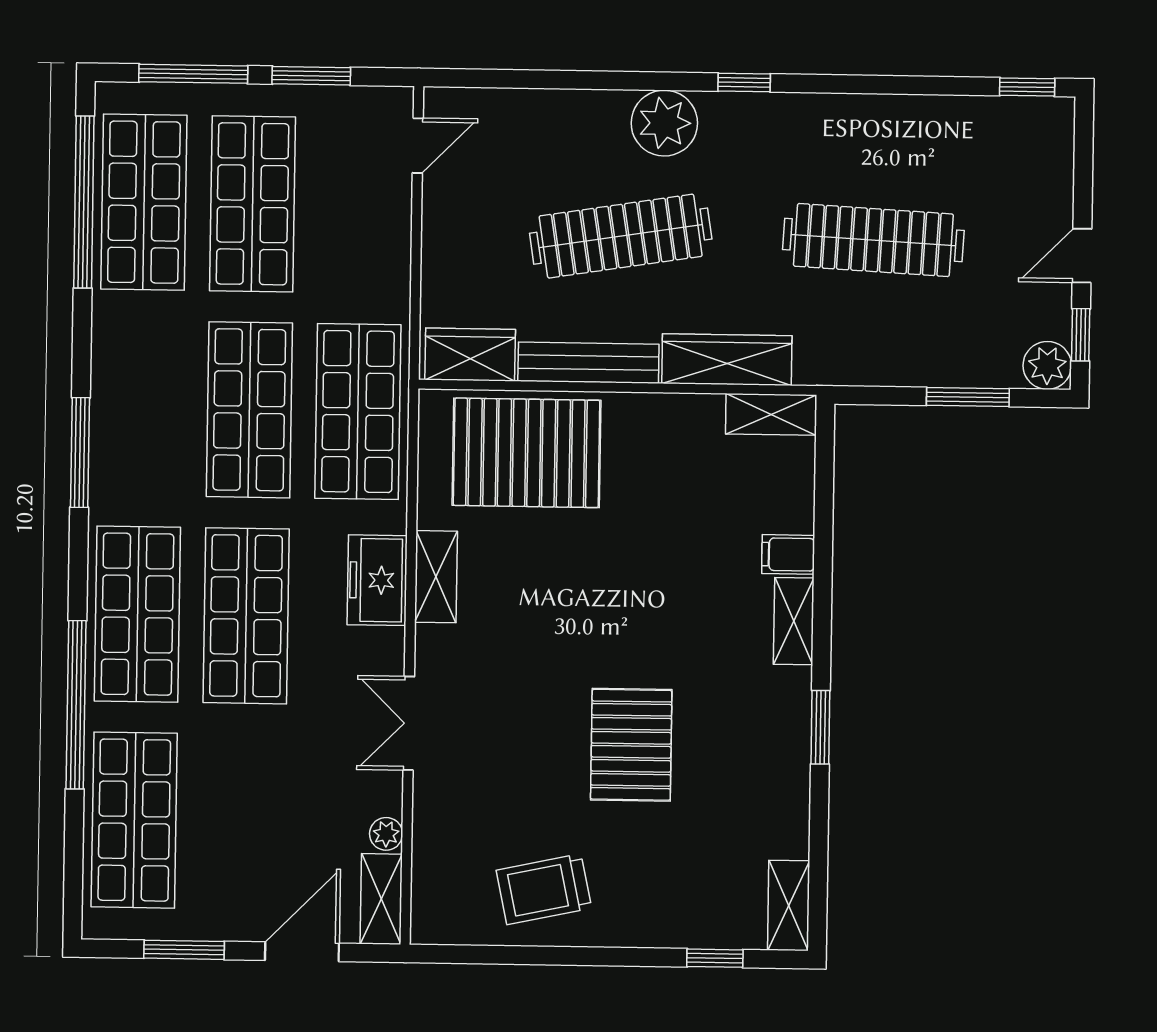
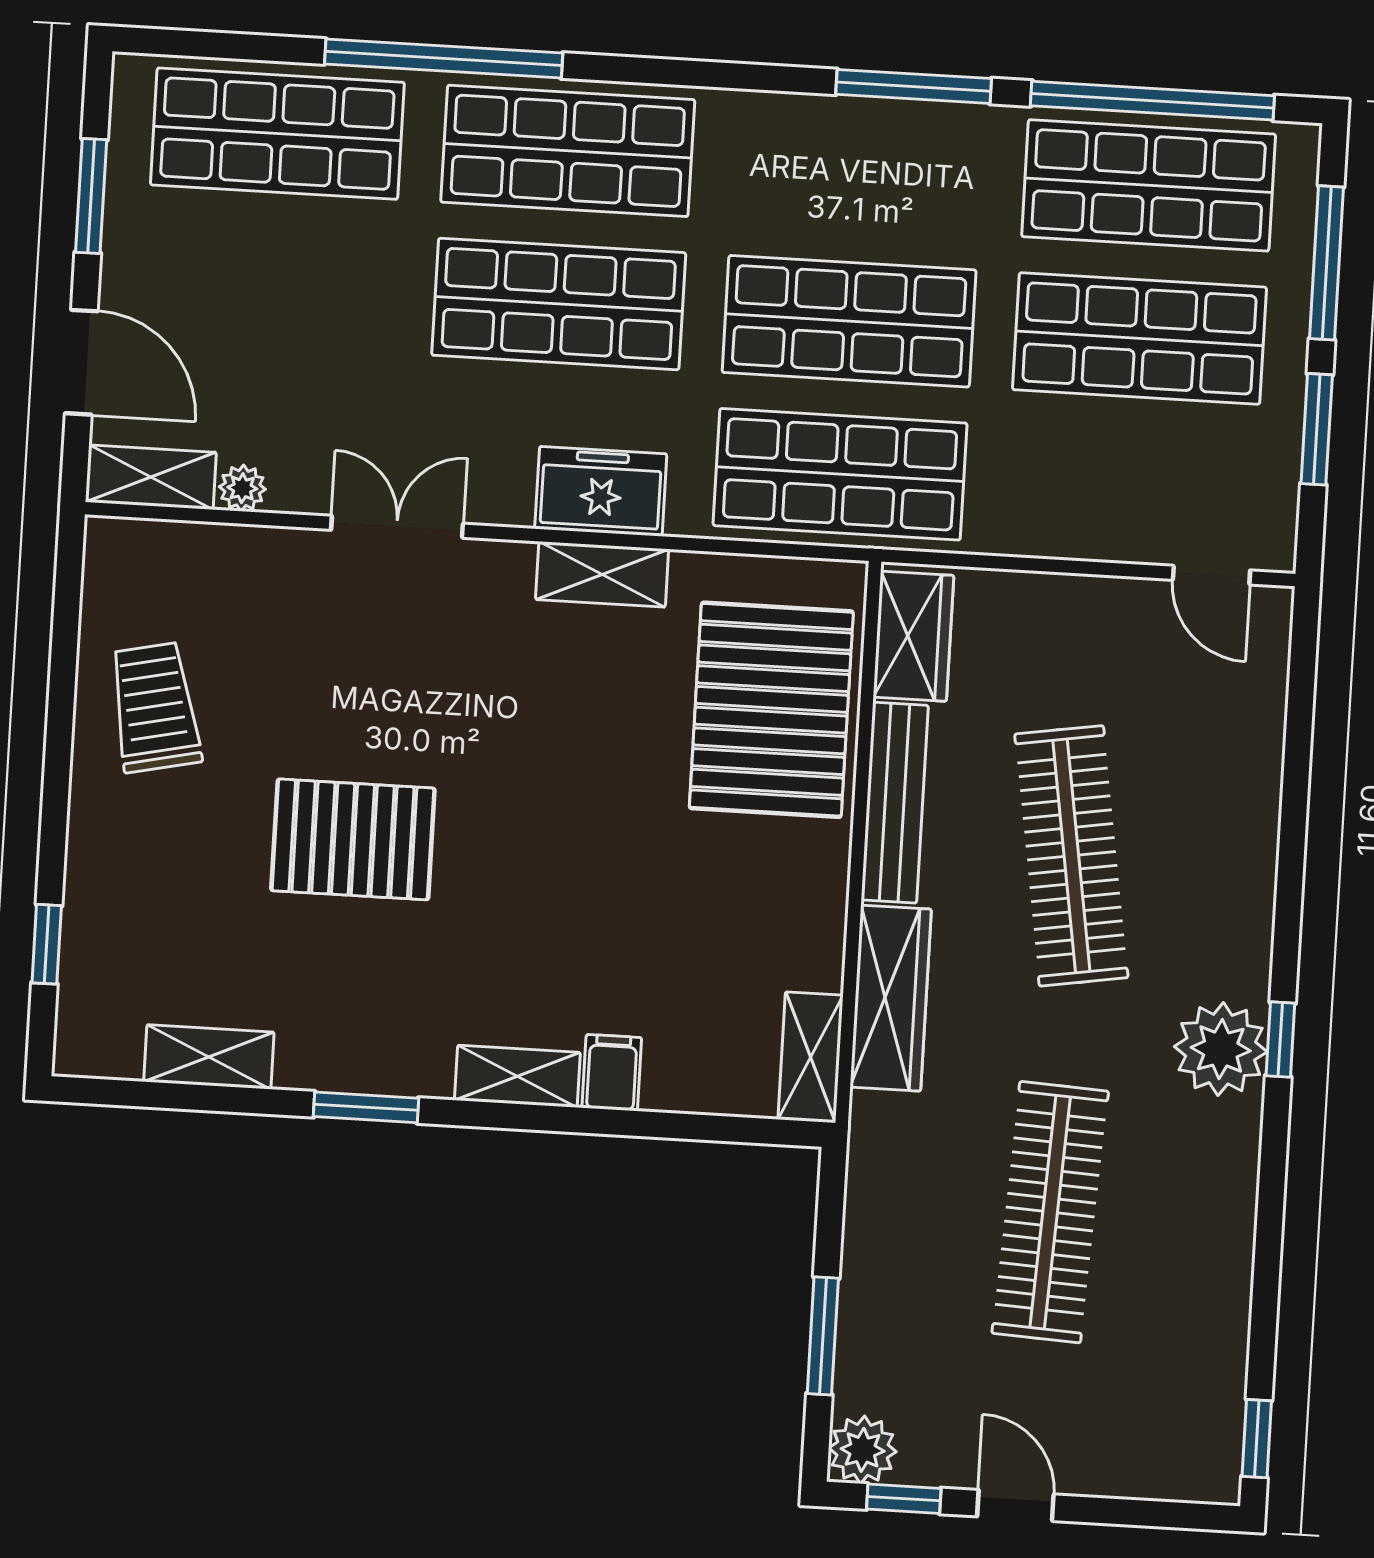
plant: (664, 123) -> (1221, 1049), moved
window: (80, 453) -> (914, 86), moved
shelving: (789, 906) -> (209, 1057), moved

